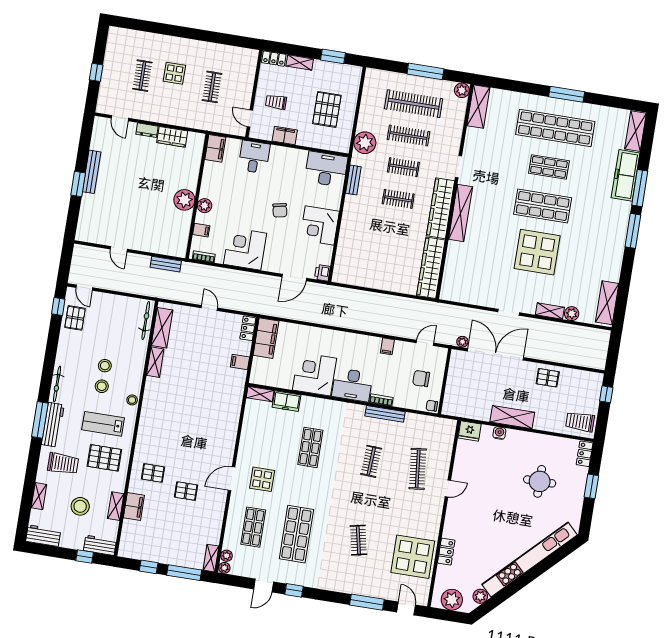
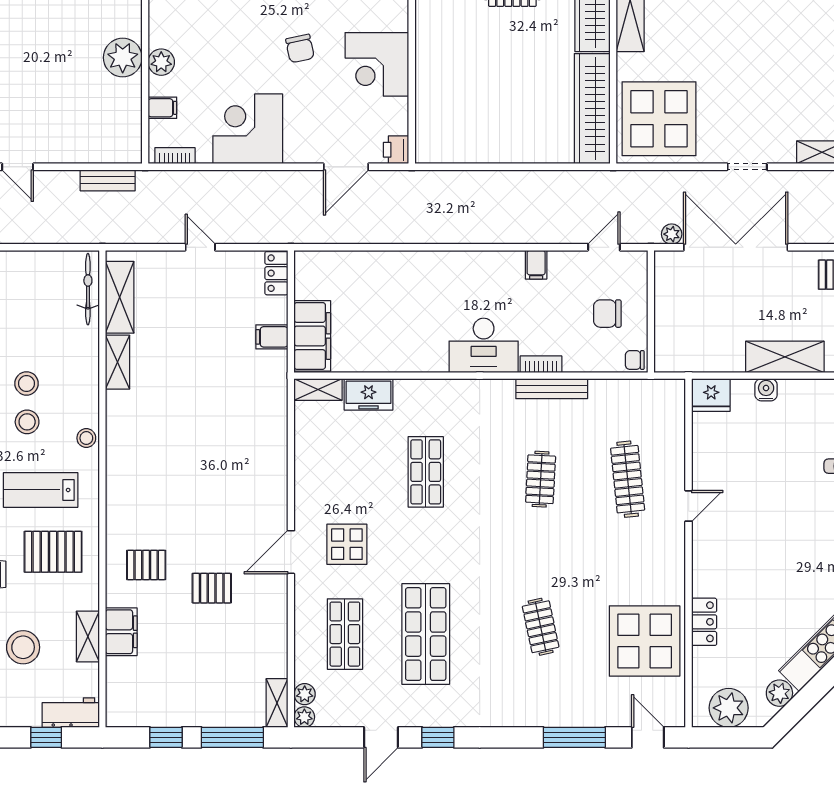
display table: (537, 252) -> (659, 119), moved
filing cabinet: (266, 338) -> (312, 336), moved
corner desk: (314, 374) -> (411, 337), removed

